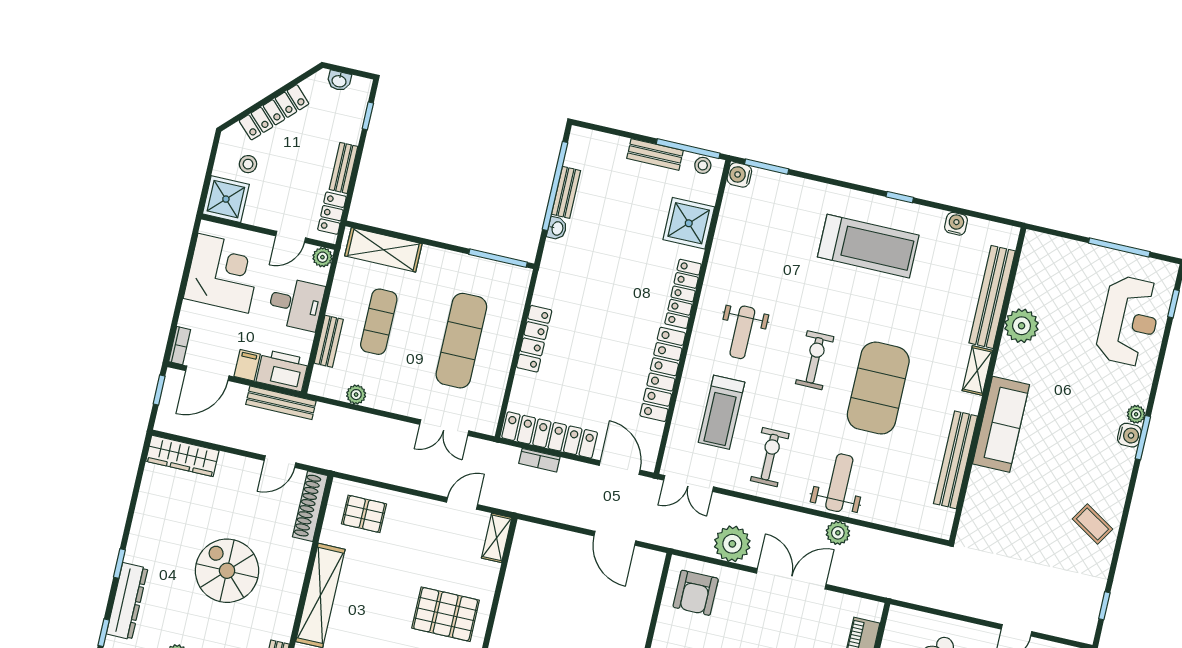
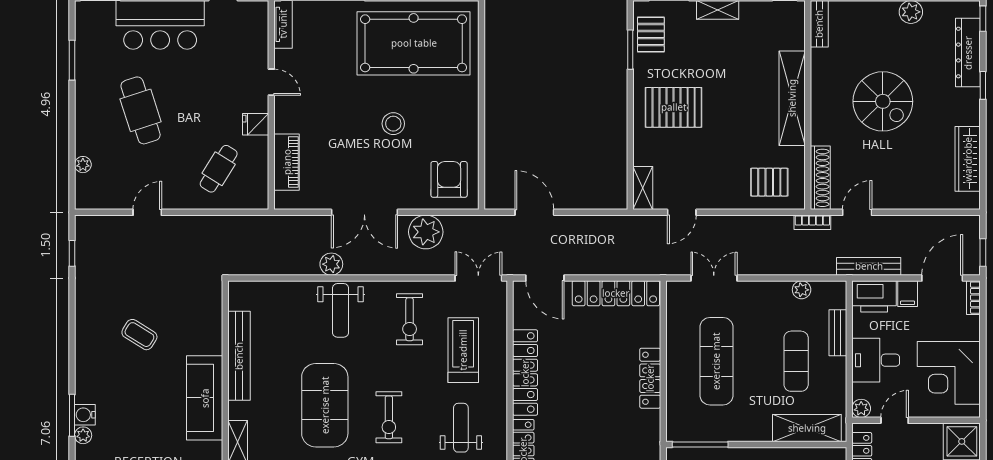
wardrobe: (182, 456) -> (968, 159), moved, turned -90
bookcase: (539, 460) -> (812, 222), moved, turned 180
coffee table: (1092, 524) -> (139, 335), moved

